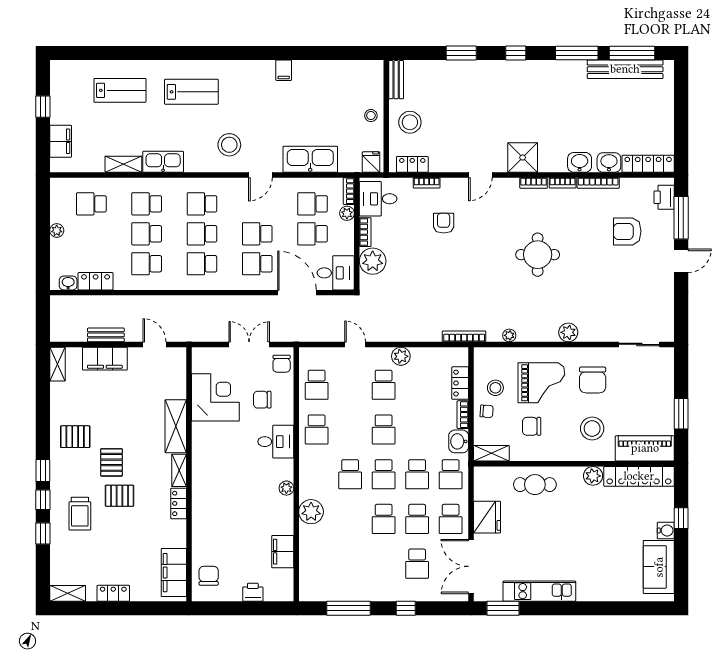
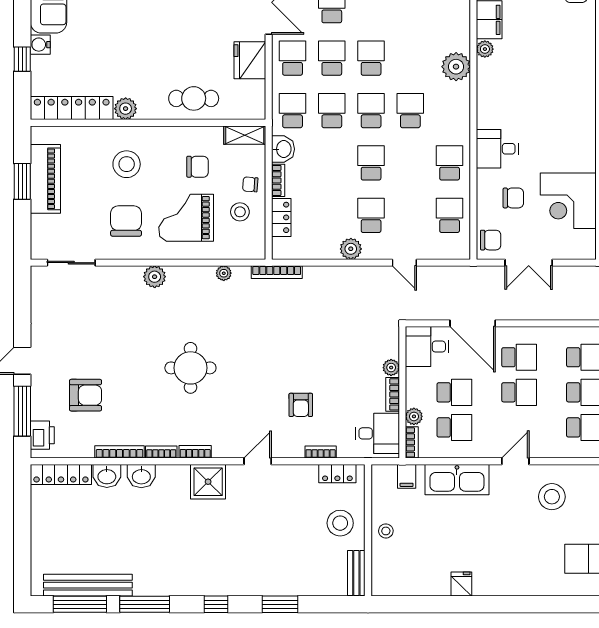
filing cabinet: (284, 70) -> (407, 476), moved, turned 180
fridge: (371, 162) -> (461, 584), moved, turned 180
plant: (373, 261) -> (391, 368), width x0.53, depth x0.53
chair: (282, 364) -> (491, 240), turned 90
piano: (645, 448) -> (45, 179), moved, turned -90
plant: (286, 488) -> (485, 49), moved

